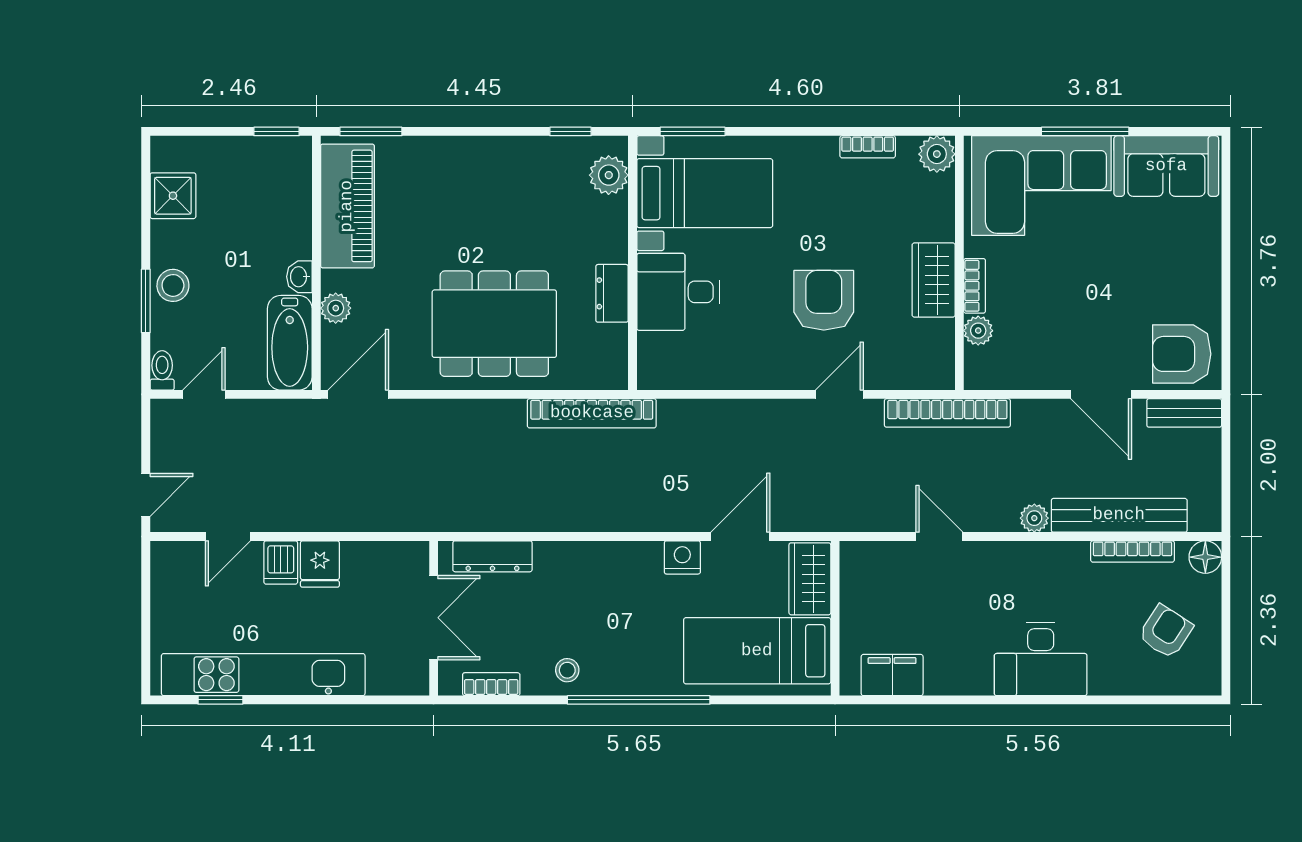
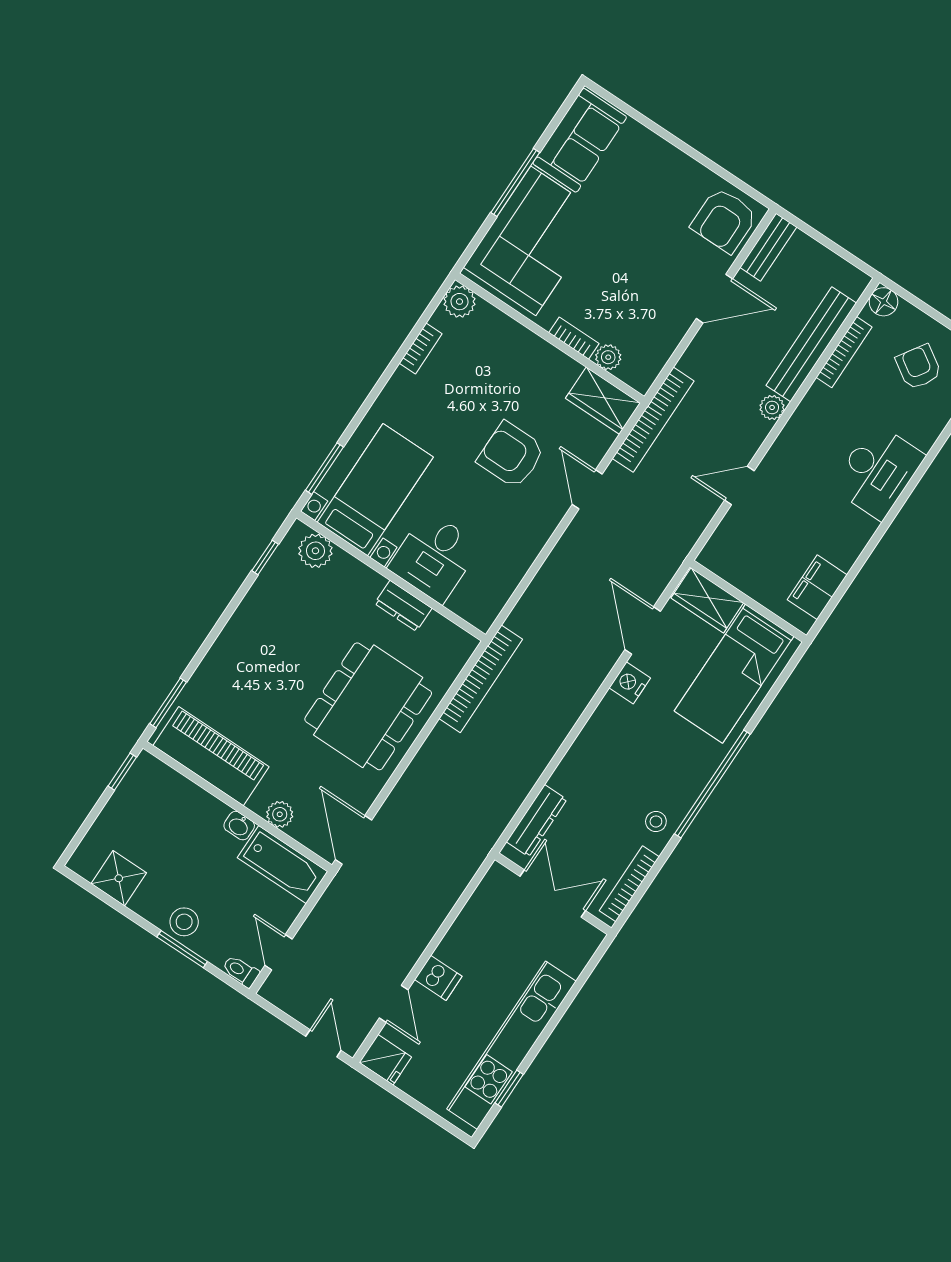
wardrobe: (934, 280) -> (603, 401), moved
fridge: (320, 564) -> (385, 1060), moved
bookcase: (491, 684) -> (629, 884), width x1.56

